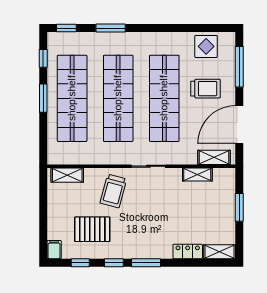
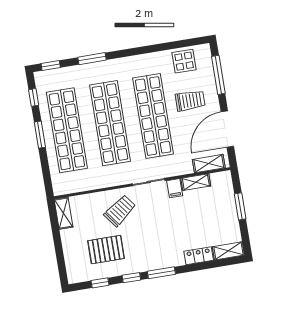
shelving: (67, 175) -> (63, 213), moved, turned 90
trolley: (113, 191) -> (120, 211), turned -142
filing cabinet: (54, 250) -> (175, 188), moved, turned 180

